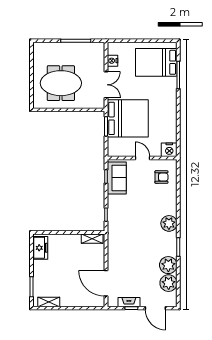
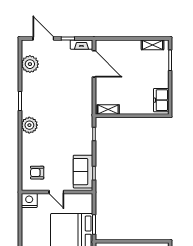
plant: (168, 265) -> (30, 82), removed
fireplace: (129, 302) -> (81, 45), moved

